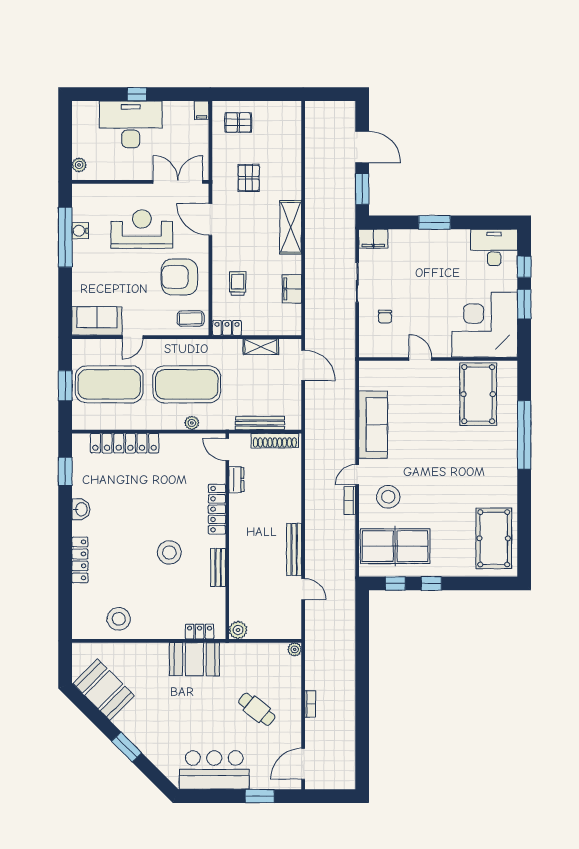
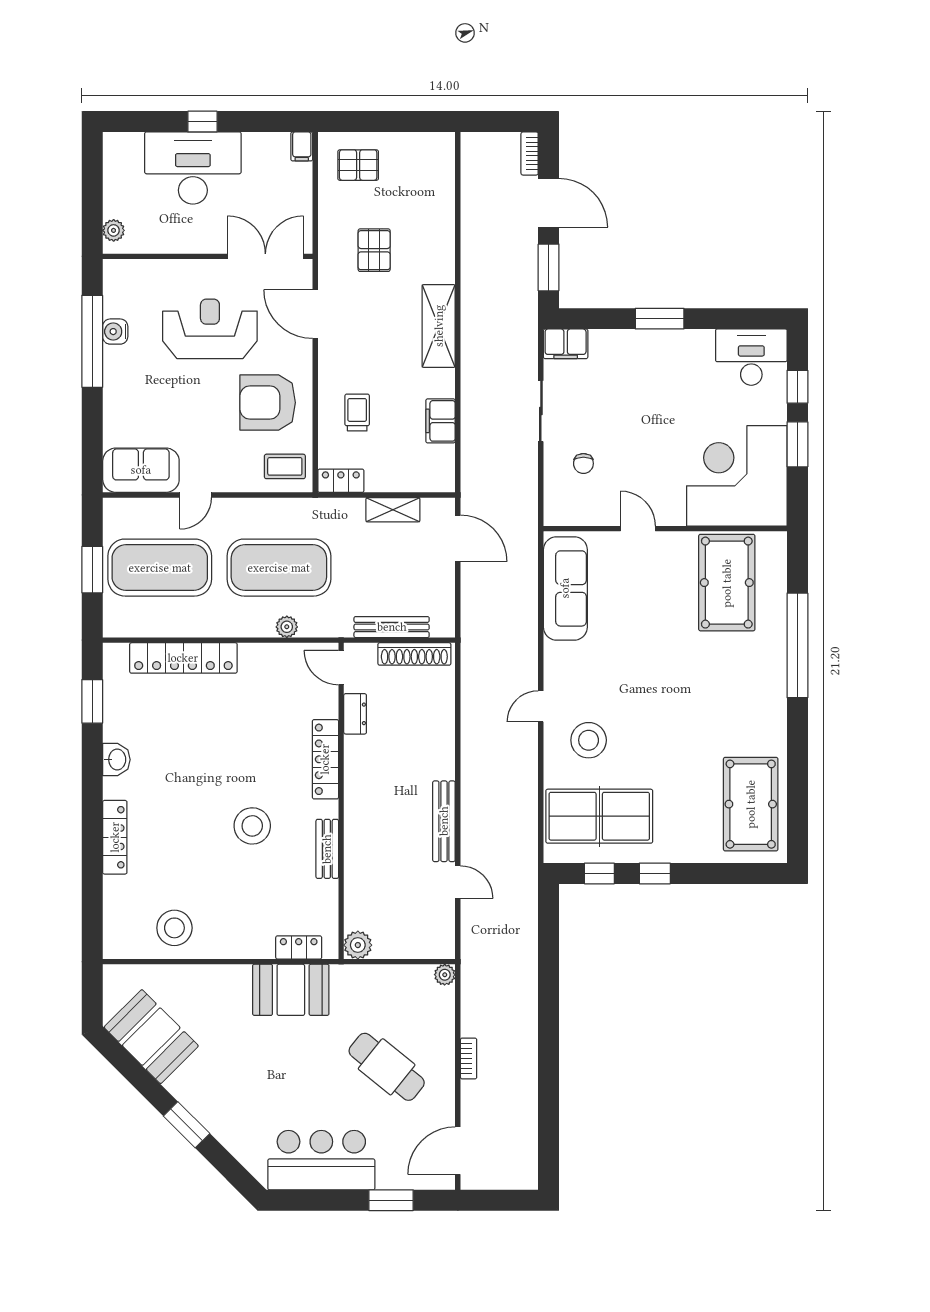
sofa: (373, 425) -> (565, 588), moved
bookcase: (350, 500) -> (530, 154), moved
cafe table: (257, 709) -> (387, 1067), width x1.37, depth x1.35

